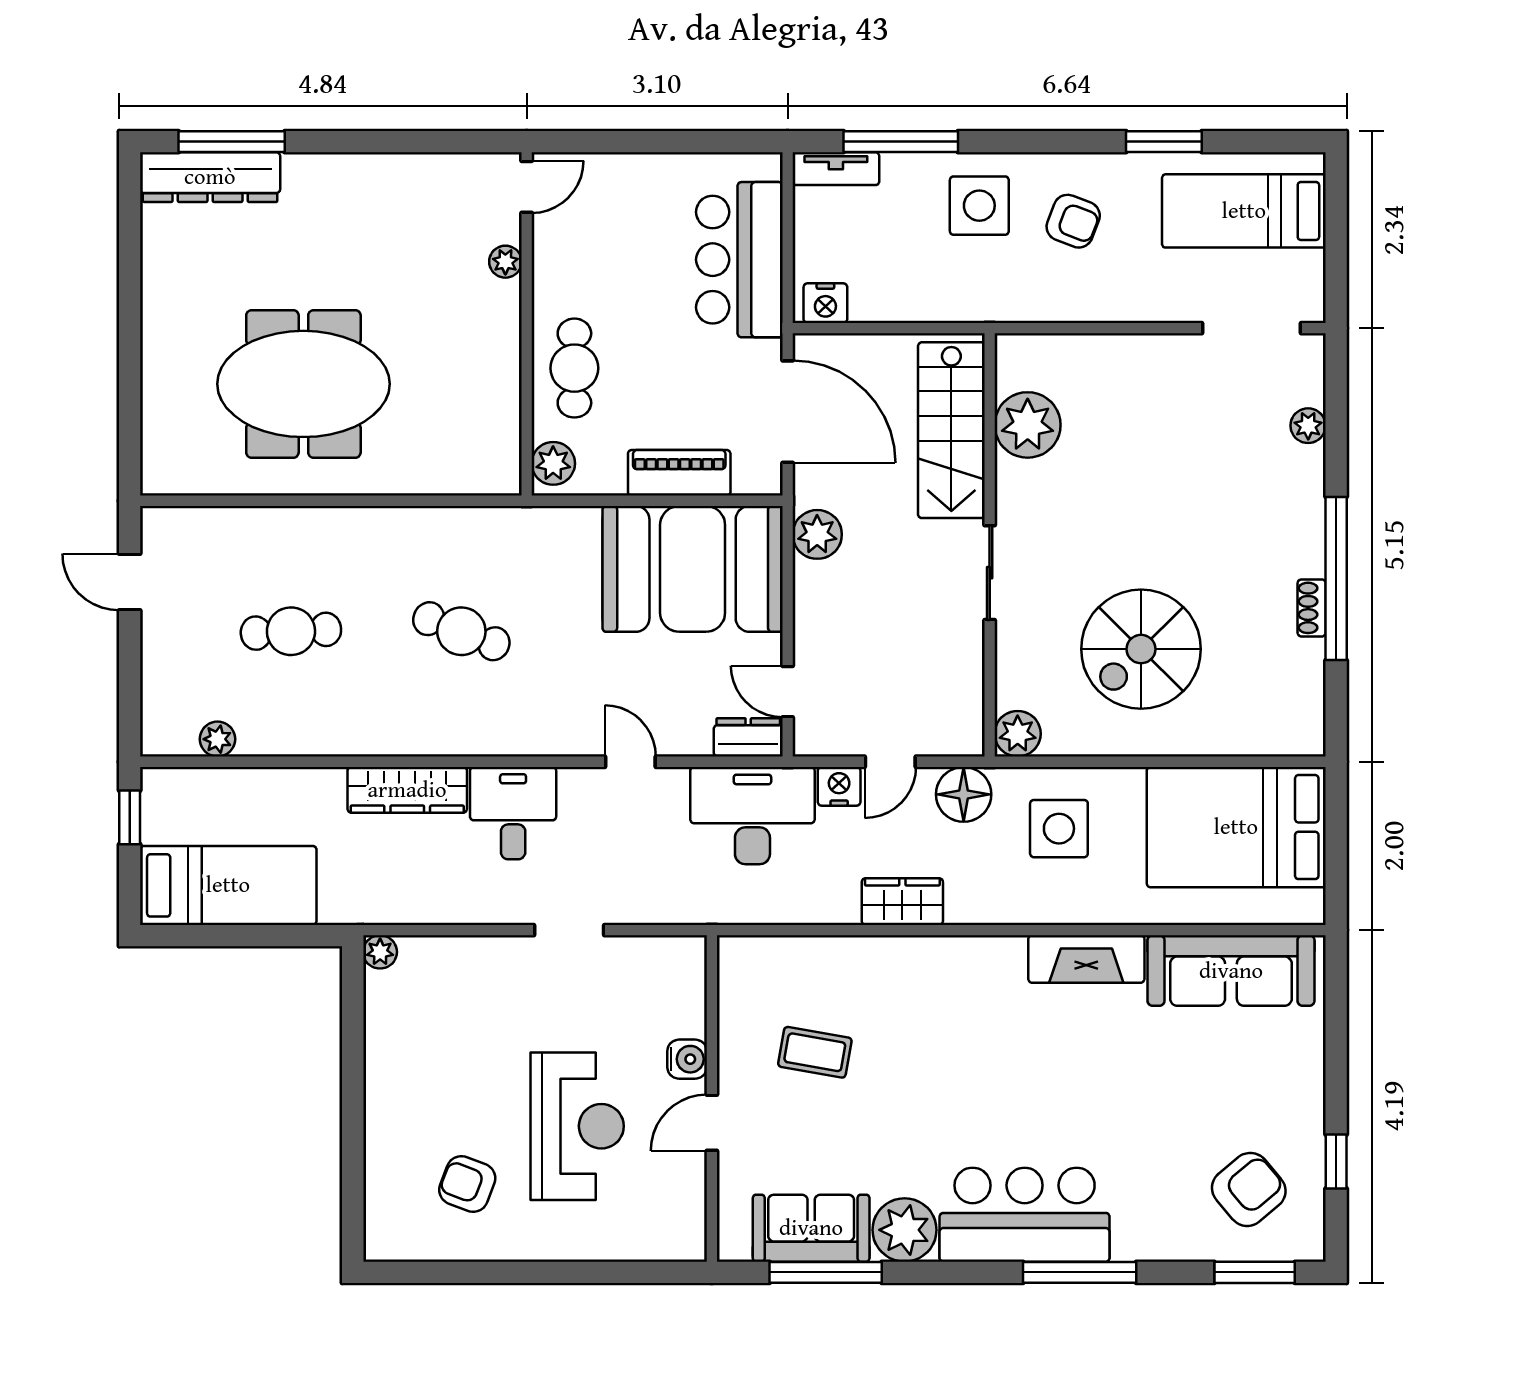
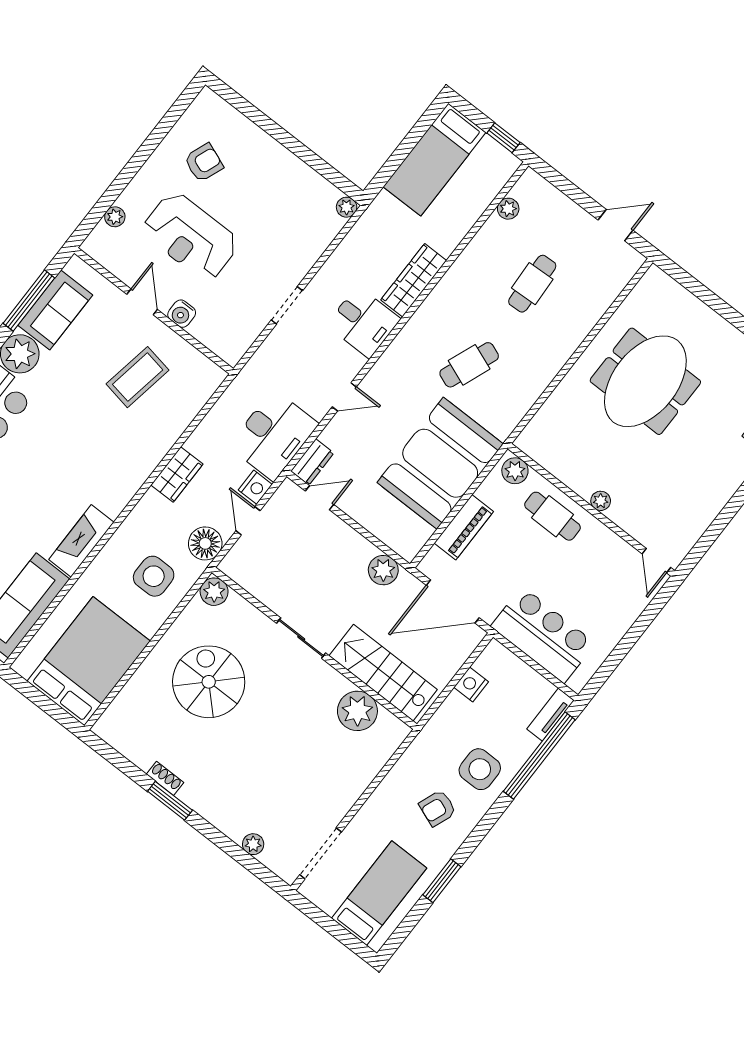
window: (901, 142) -> (539, 755), width x1.46
plant: (505, 262) -> (601, 501), moved
nightstand: (825, 303) -> (471, 684), moved
booth: (693, 569) -> (440, 463), moved
window: (1336, 579) -> (170, 801), width x0.47
coffee table: (815, 1052) -> (138, 377), width x1.36, depth x1.30
plant: (628, 1245) -> (115, 217), added

